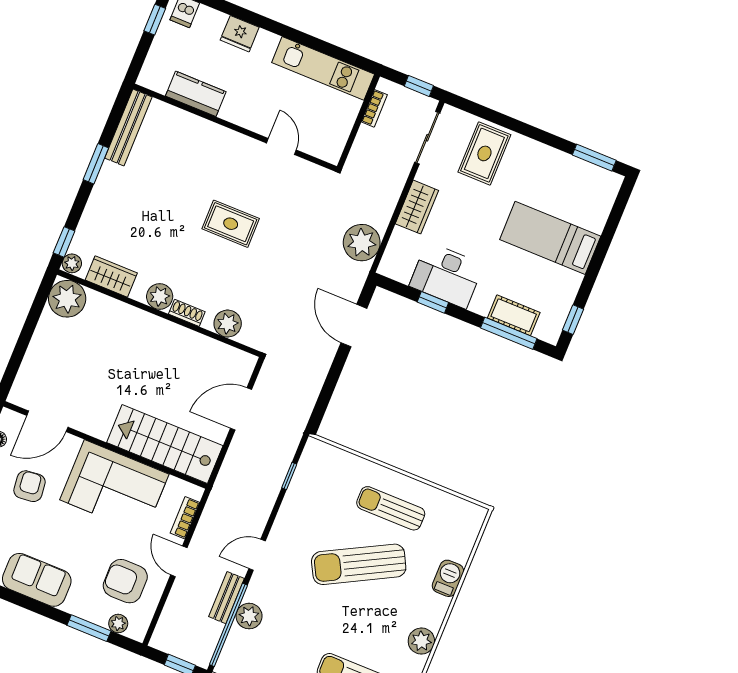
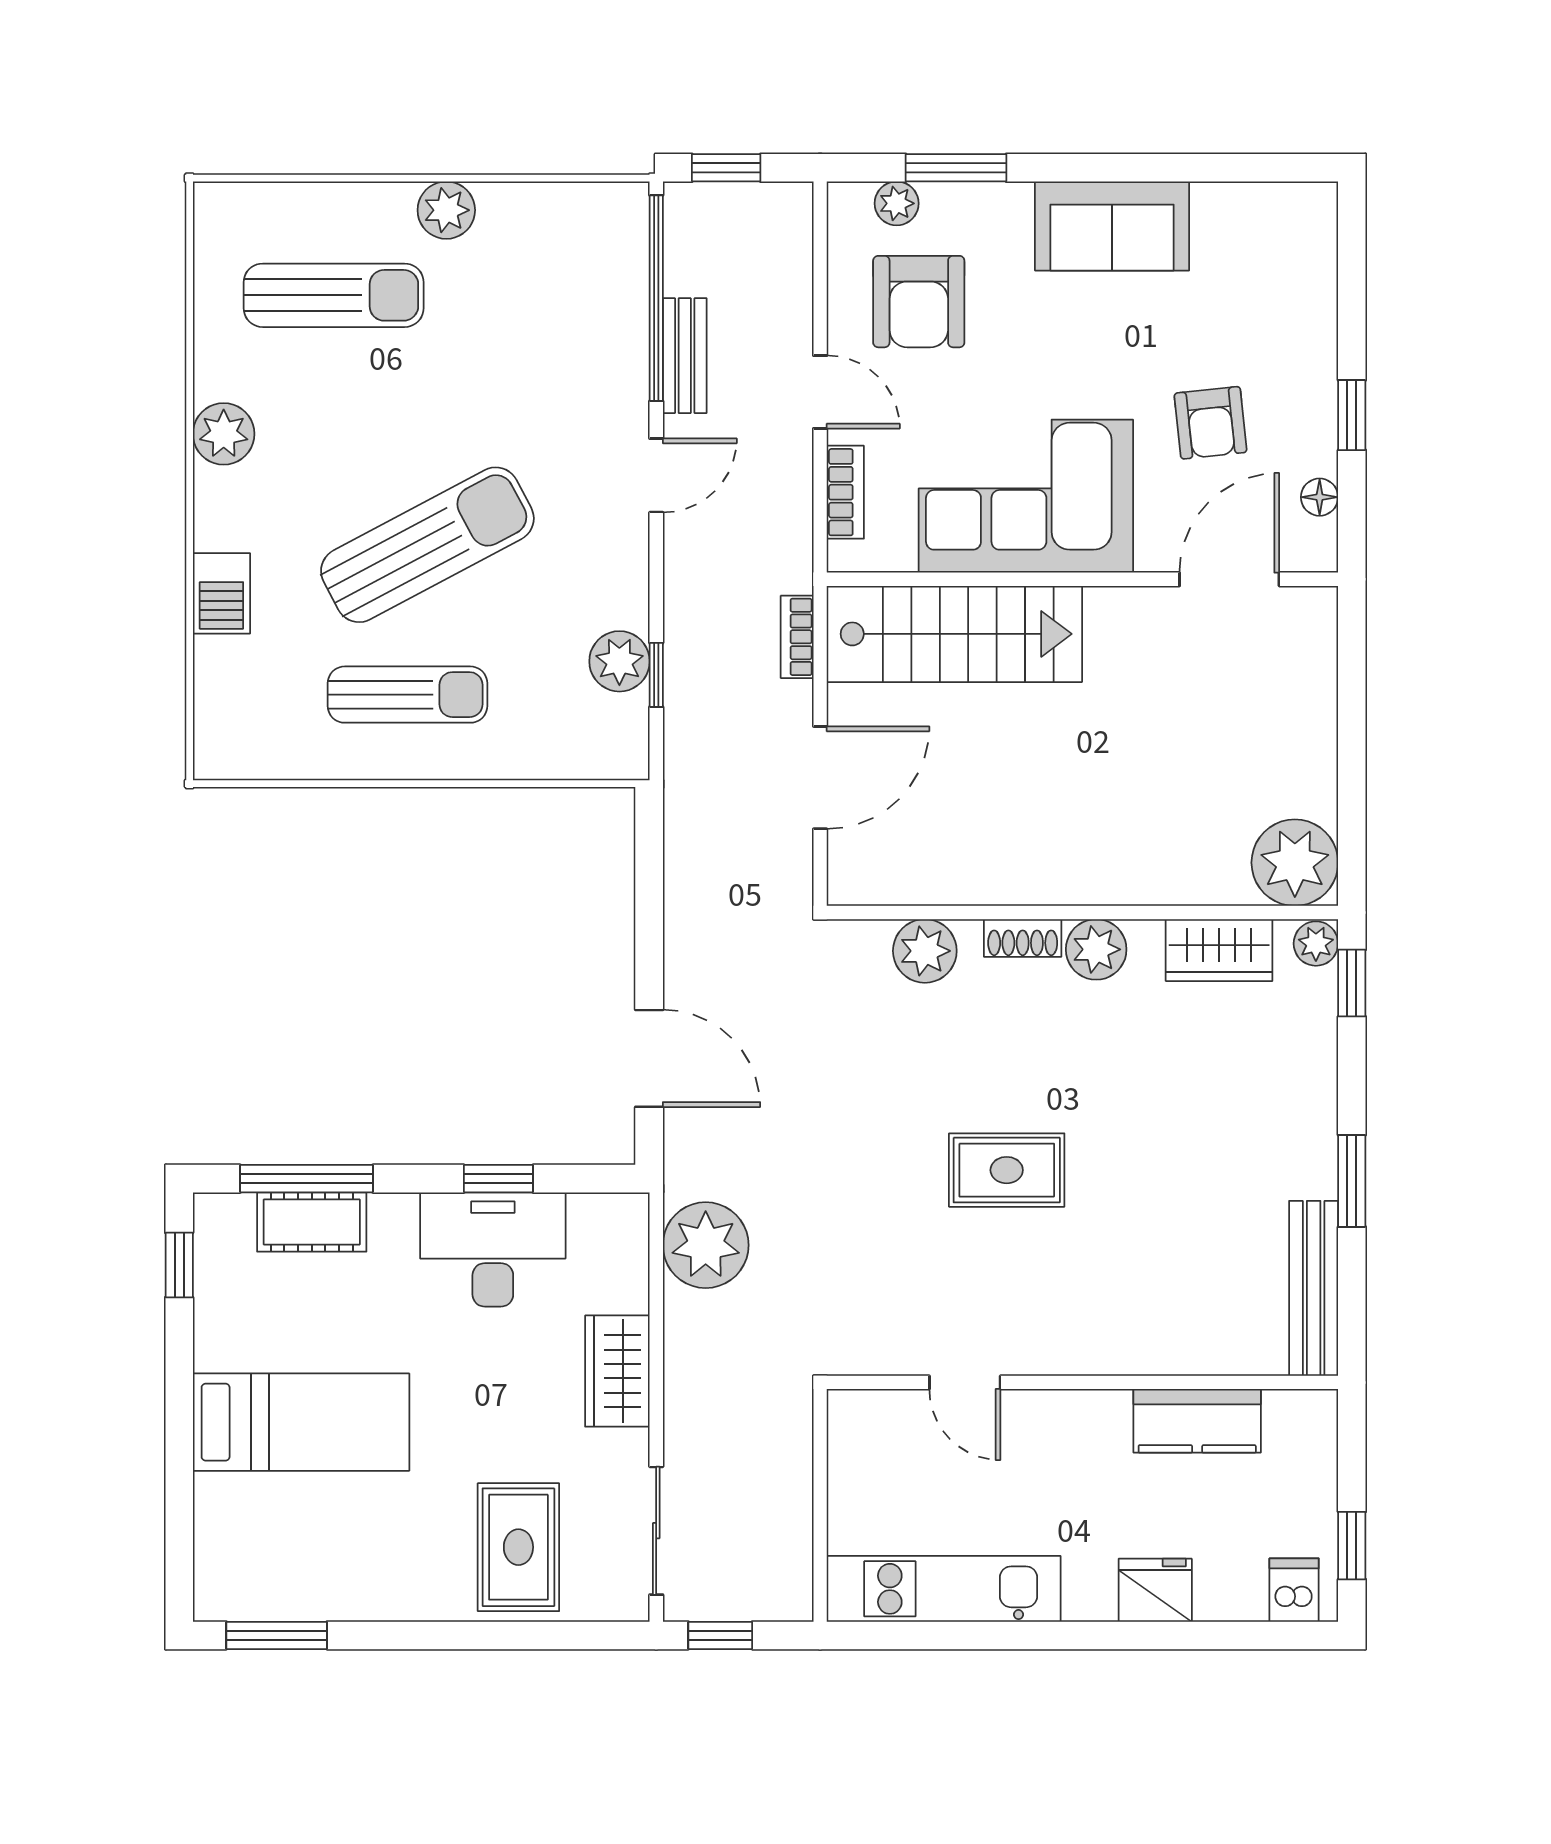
bookcase: (374, 108) -> (797, 637), moved
armchair: (125, 581) -> (919, 302), turned 90
plant: (249, 616) -> (619, 661), moved

